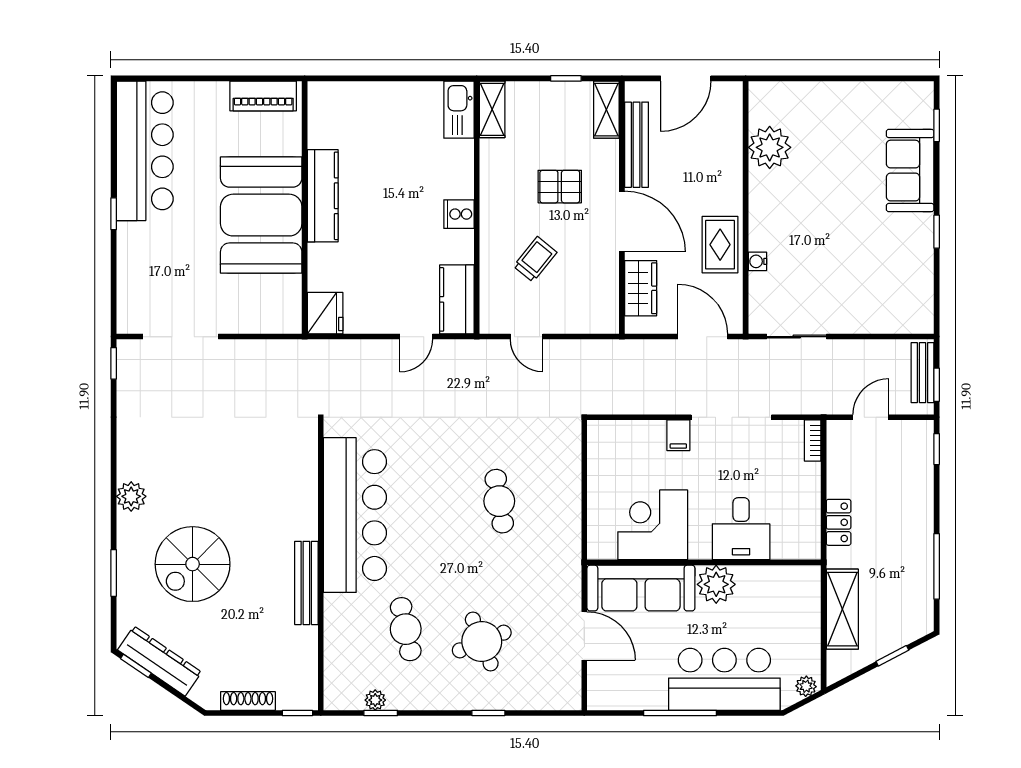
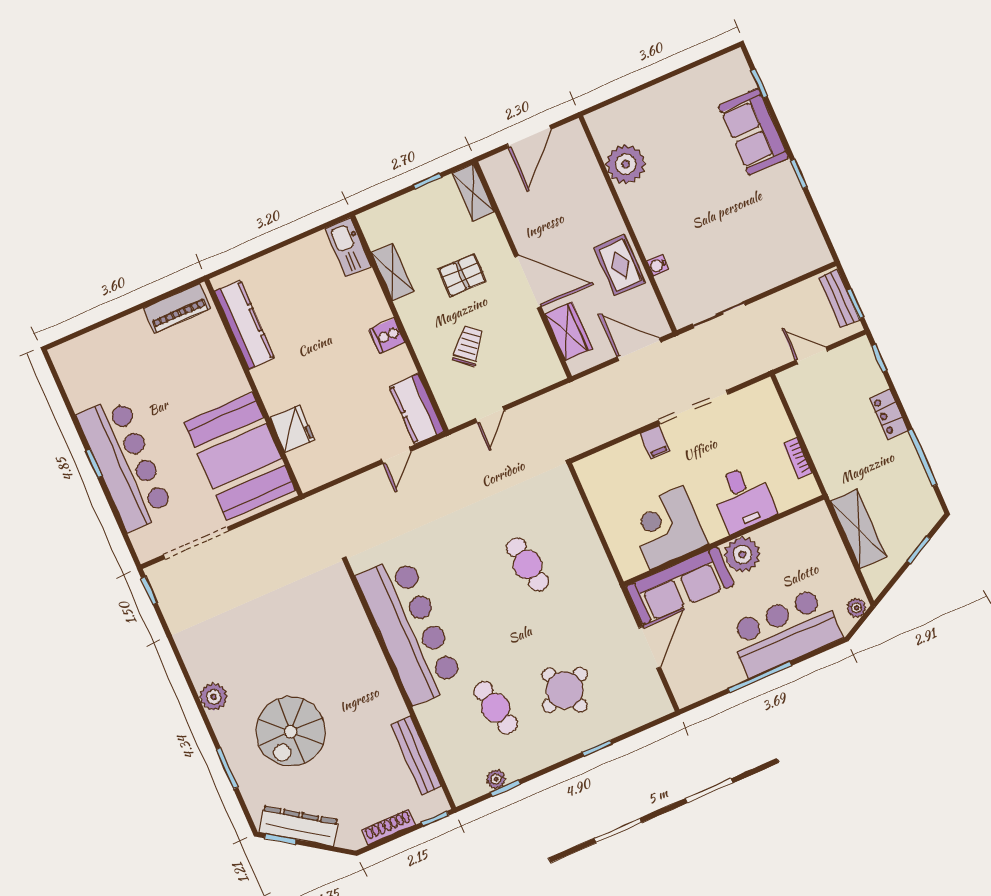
shelving: (492, 109) -> (393, 272), moved
bench: (637, 145) -> (512, 211), removed
bar counter: (145, 151) -> (125, 464), moved
kitchen counter: (323, 196) -> (244, 325), moved
booth: (261, 215) -> (240, 456), moved
fridge: (325, 313) -> (292, 429), moved
door: (527, 337) -> (490, 415), hinge flipped
door: (871, 417) -> (812, 356), hinge flipped
bookcase: (813, 441) -> (798, 458), moved
locker: (839, 522) -> (889, 414), moved, turned 180
bench: (306, 583) -> (416, 756), moved
door: (584, 636) -> (650, 647), hinge flipped

